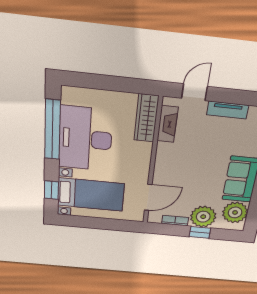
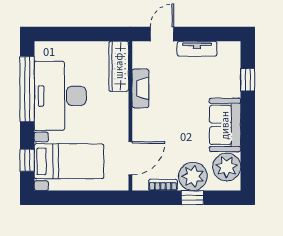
fireplace: (168, 124) -> (140, 88), moved

